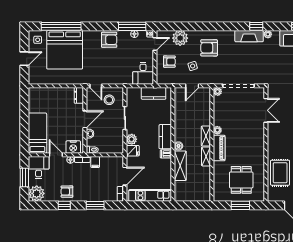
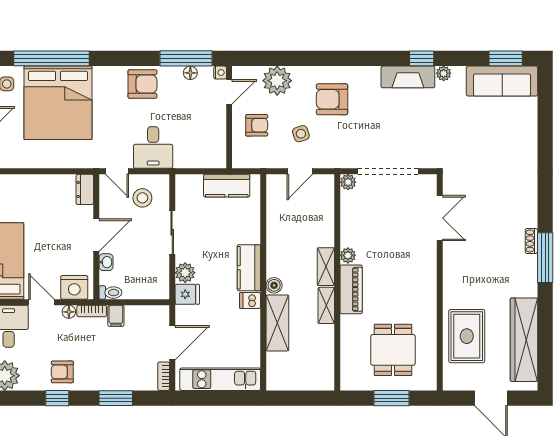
desk: (143, 73) -> (153, 148), moved

